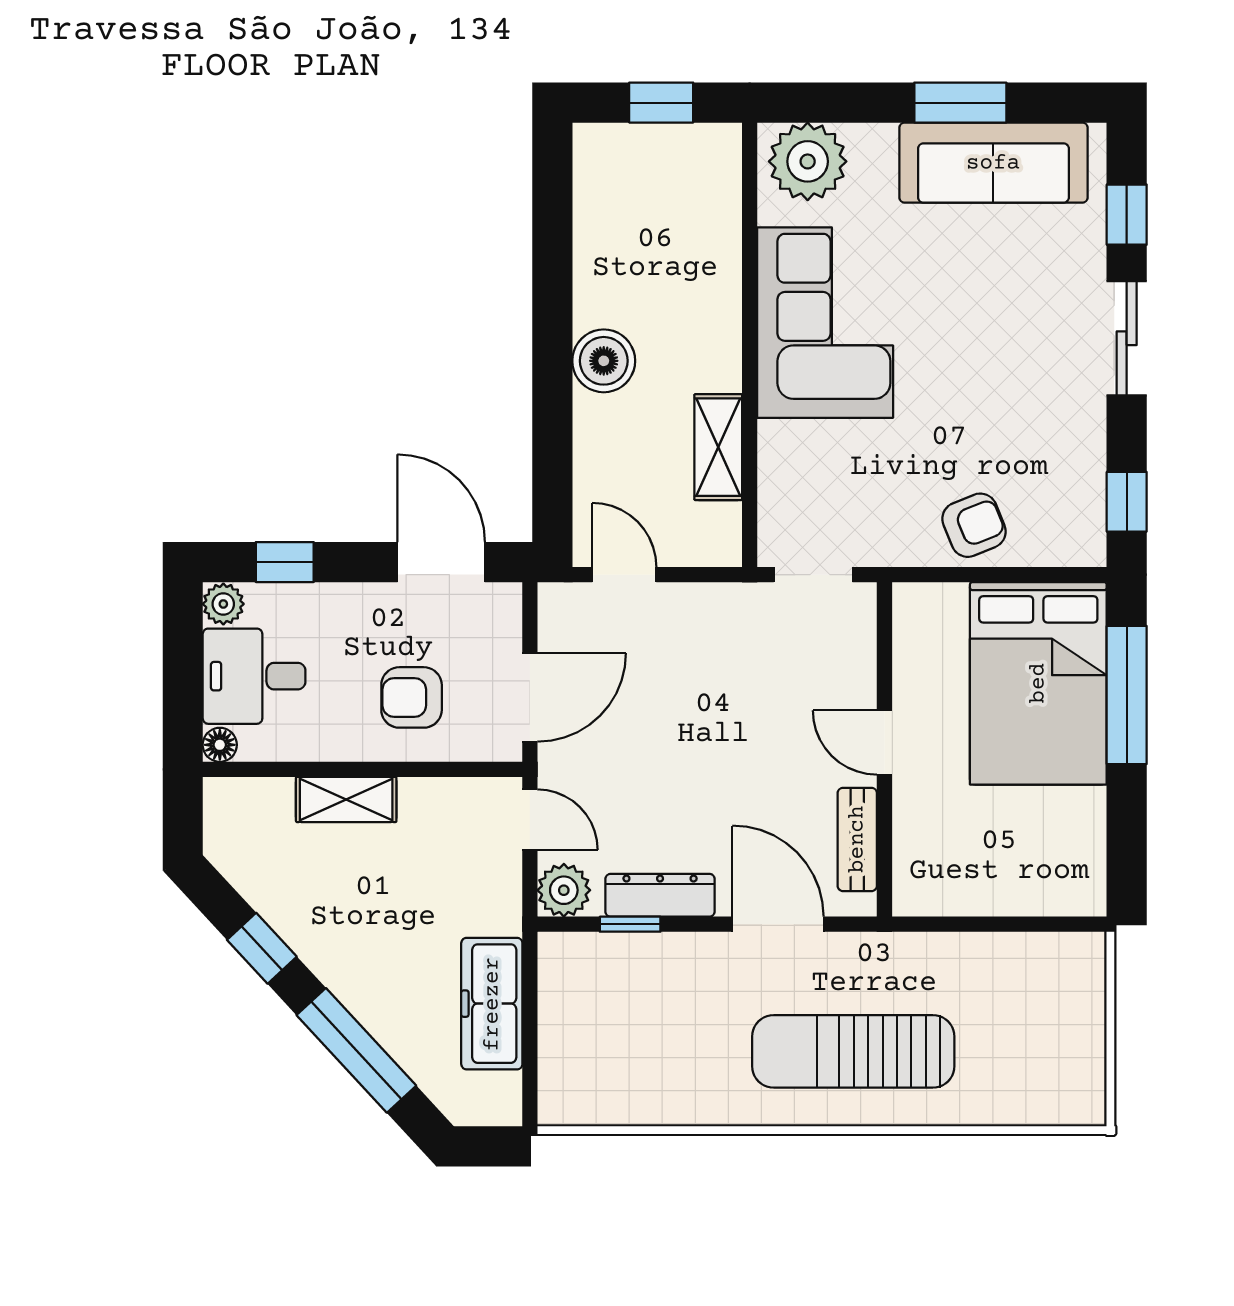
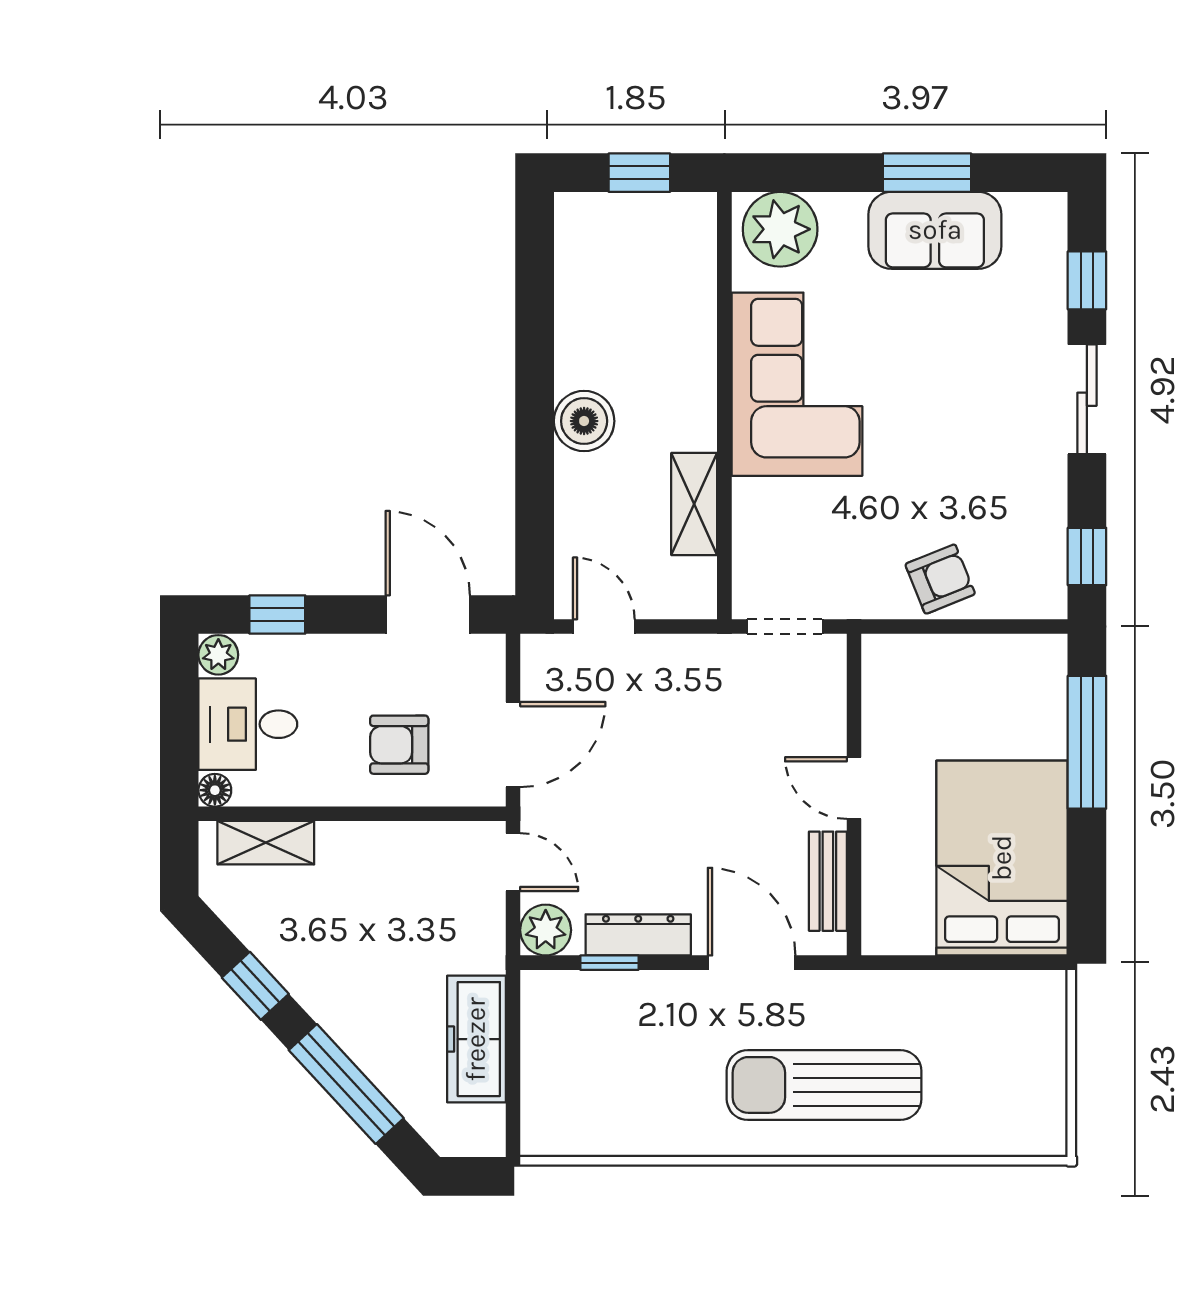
sofa: (993, 163) -> (935, 230), width x0.73
bed: (1038, 683) -> (1002, 858), moved, turned 180
shelving: (346, 799) -> (266, 843), moved

